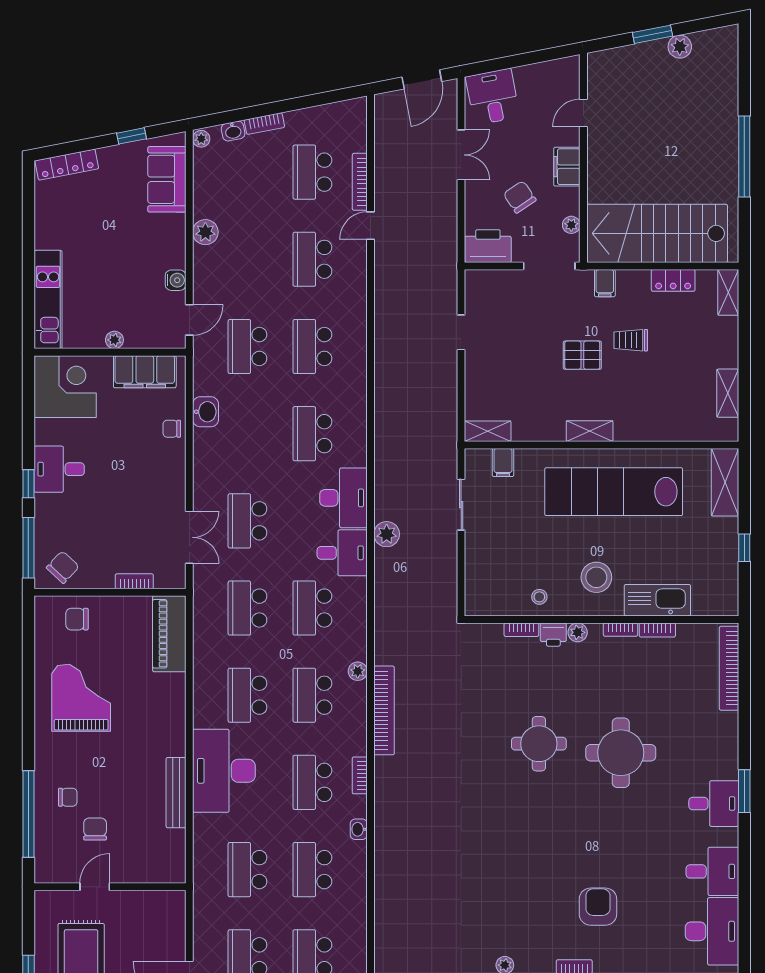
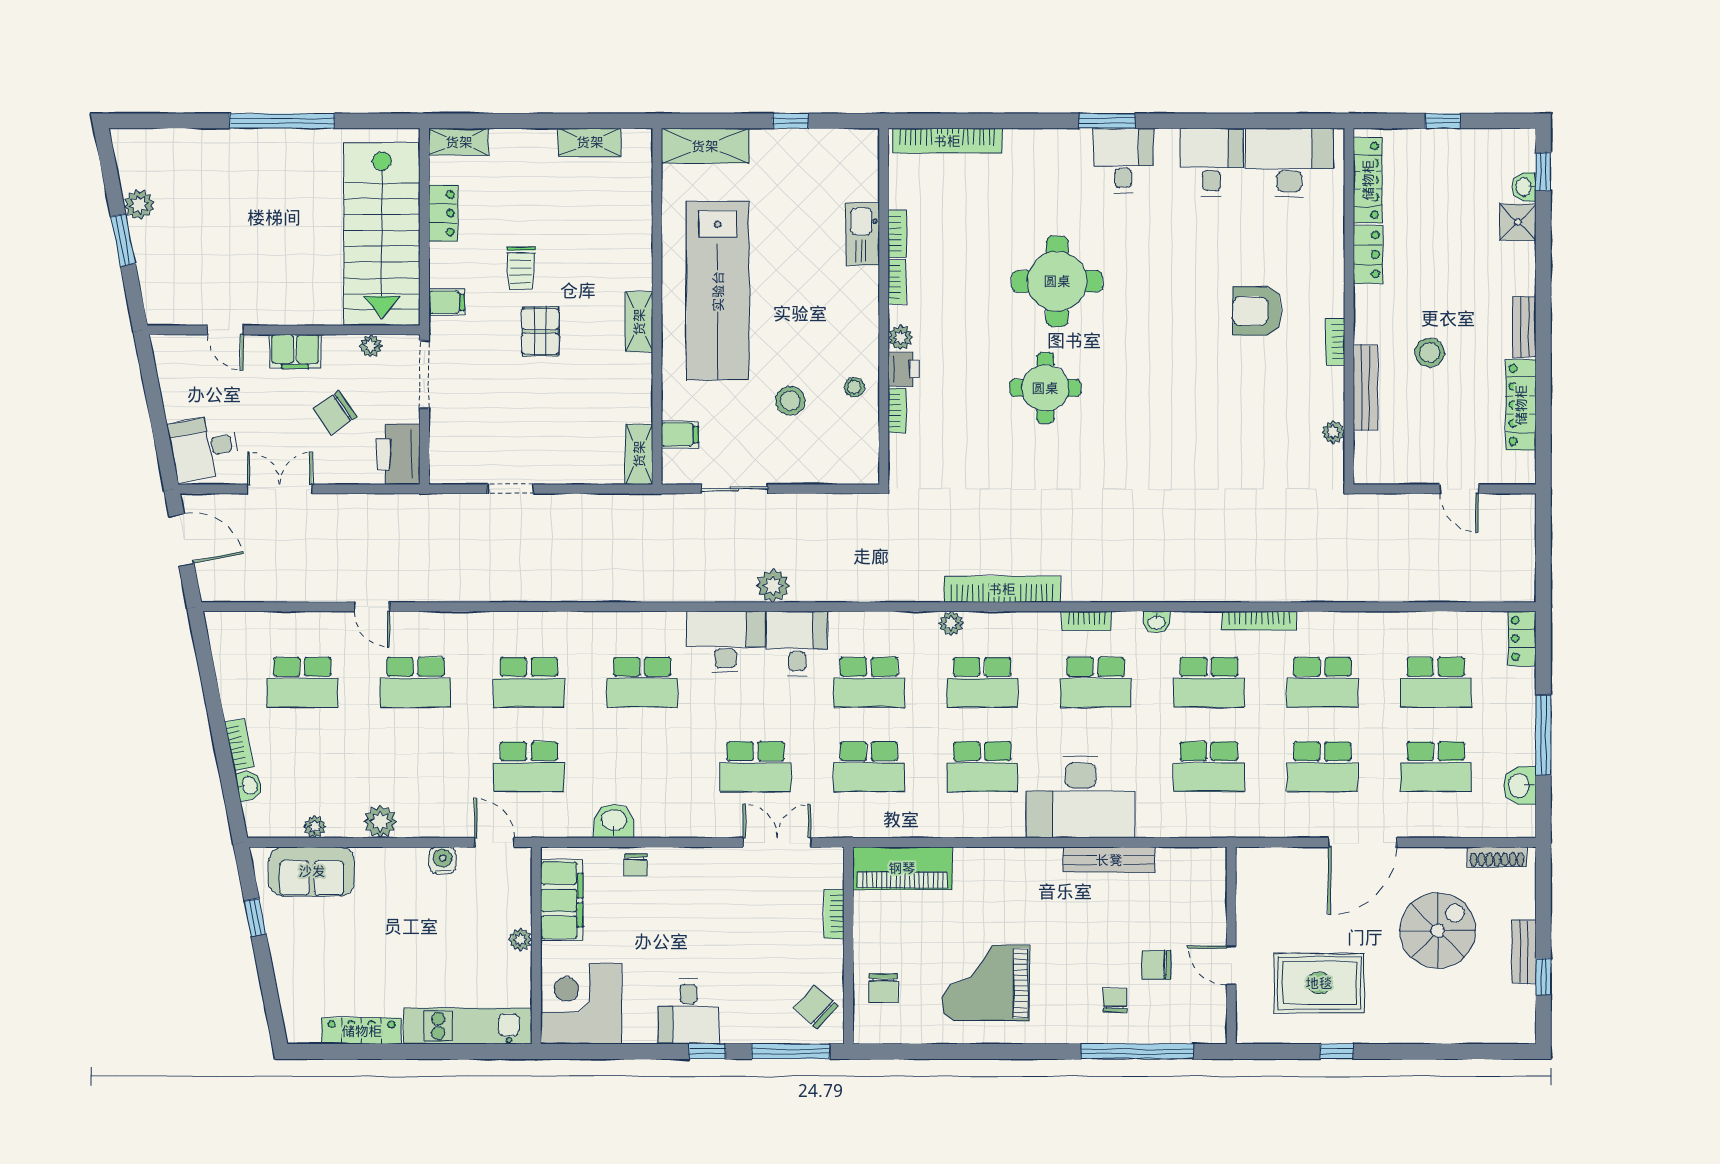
plant: (201, 139) -> (315, 827), moved
locker: (67, 165) -> (362, 1031), moved, turned -79
bookcase: (360, 182) -> (1259, 621), moved
stool: (596, 577) -> (790, 401), moved, width x0.73, depth x0.73
kitchen sink: (657, 600) -> (863, 234), width x0.73, depth x0.81

